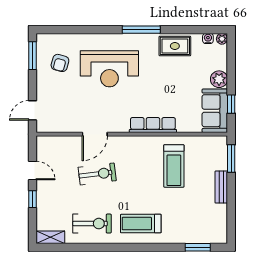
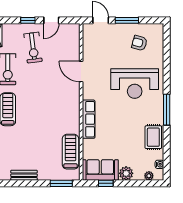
plant: (222, 39) -> (149, 176), moved
window: (32, 56) -> (127, 20), moved
reception desk: (109, 69) -> (135, 84), turned -90
treadmill: (174, 166) -> (71, 152), moved, turned 90
exercise bike: (97, 174) -> (33, 48), moved
bench: (221, 187) -> (24, 175), moved

